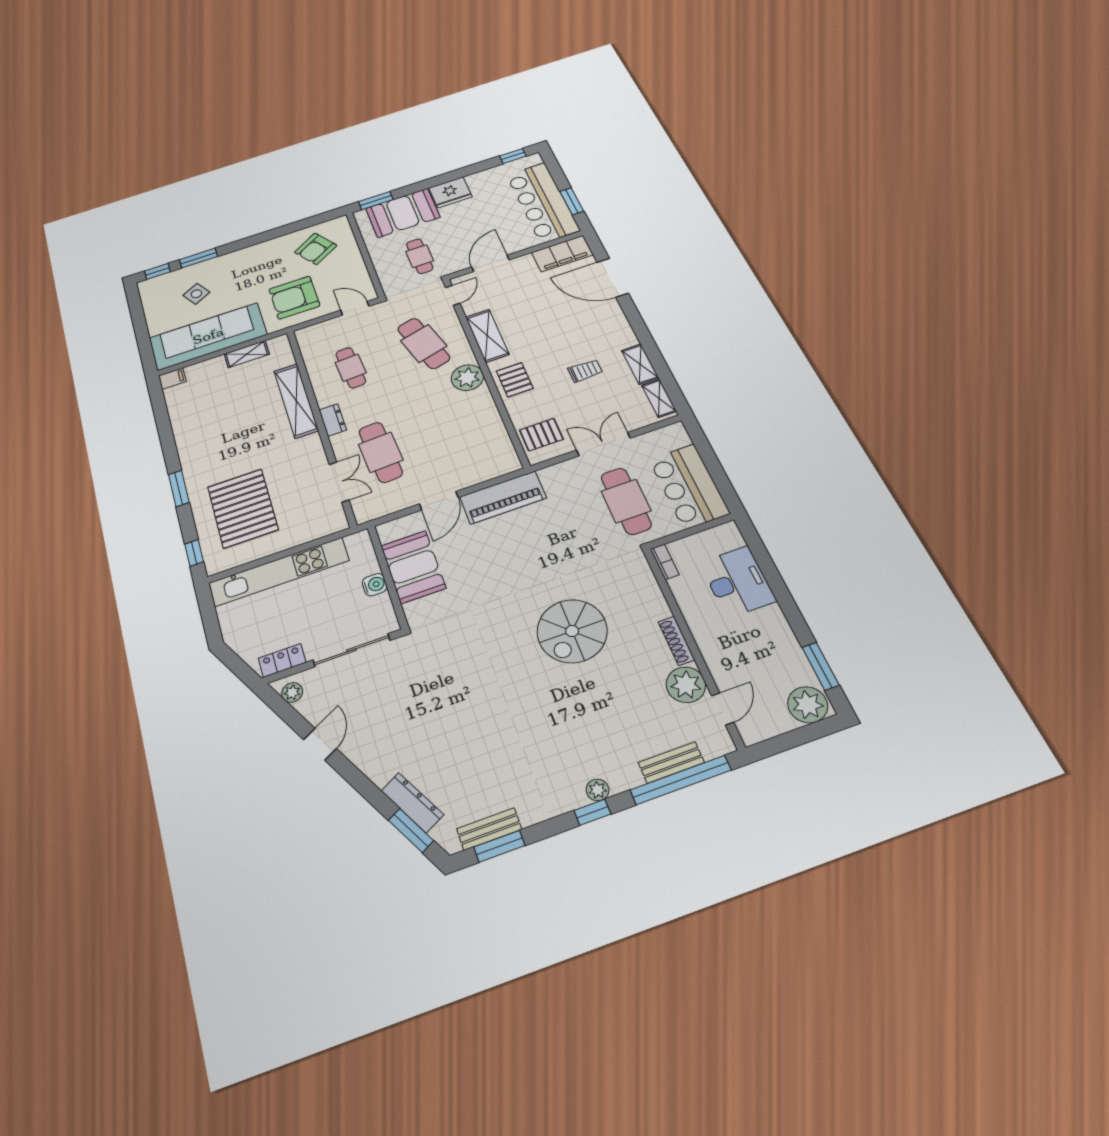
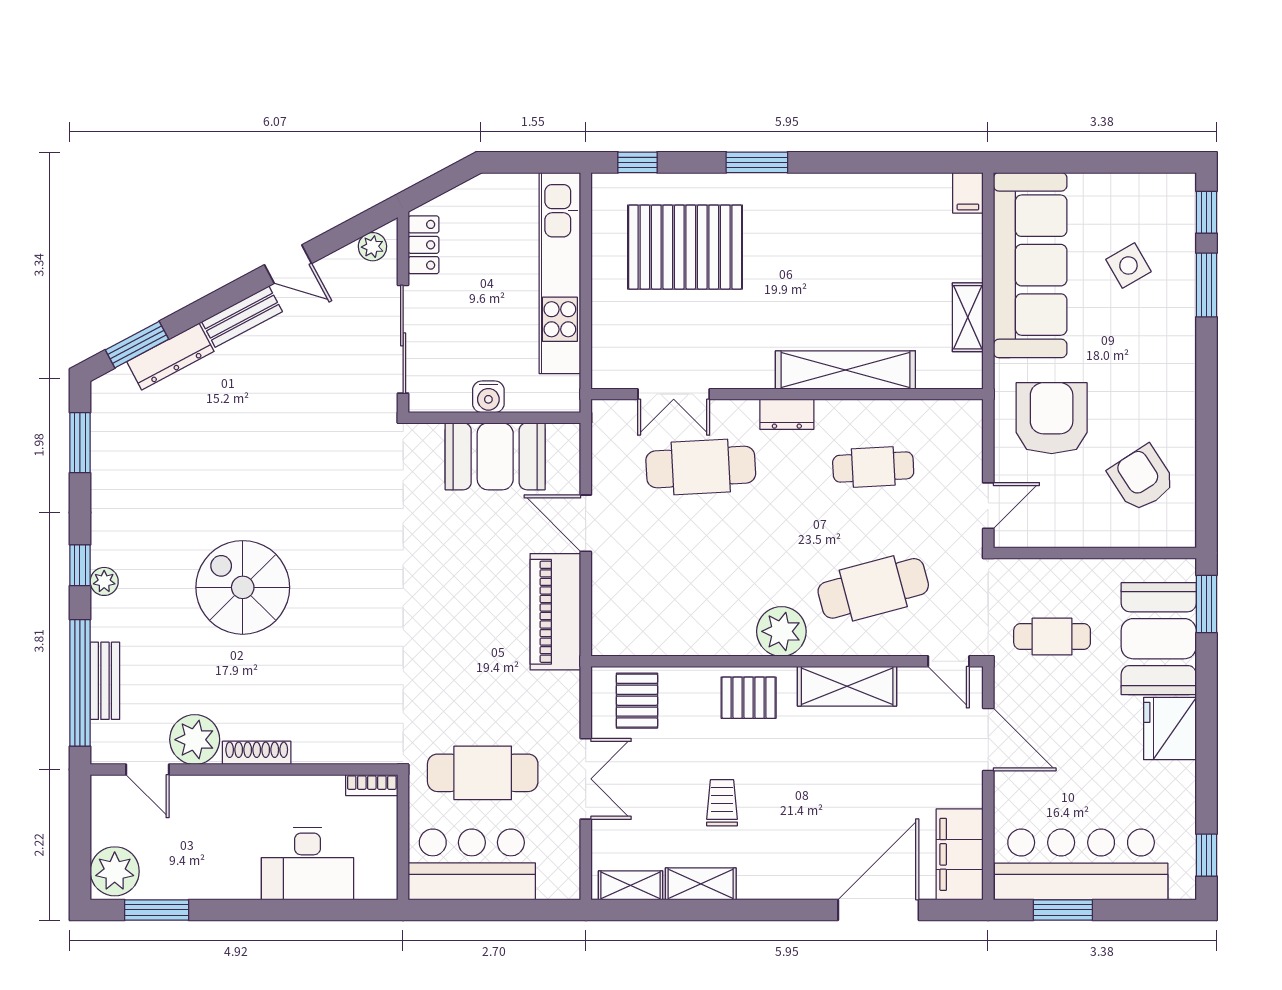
trolley: (585, 371) -> (722, 803), turned 180
spiral stairs: (572, 631) -> (243, 587), moved
bench: (489, 829) -> (242, 317), moved, turned 62

